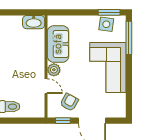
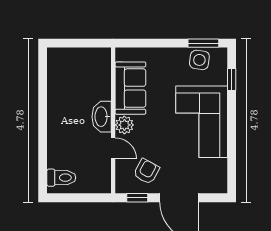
washbasin: (34, 22) -> (102, 117), moved, turned 90
window: (129, 38) -> (232, 79), width x0.46

